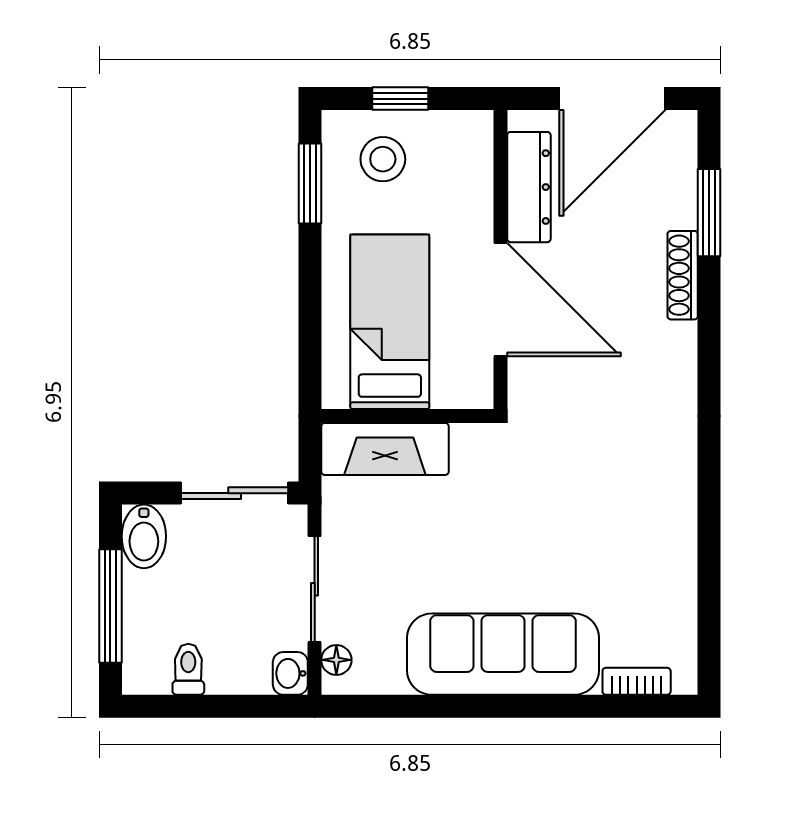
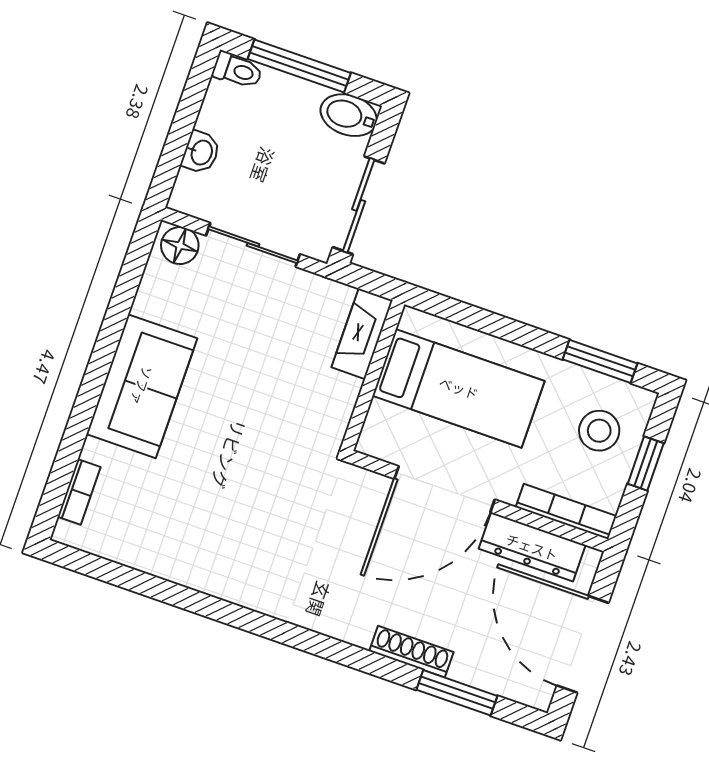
bookcase: (480, 164) -> (566, 512), added
fireplace: (385, 449) -> (362, 334), width x0.73, depth x0.76
sofa: (503, 654) -> (142, 386), width x0.73
floor lamp: (336, 660) -> (180, 246), width x1.37, depth x1.37
toilet: (188, 669) -> (237, 70), moved
washbasin: (290, 673) -> (201, 152), moved, turned 90

